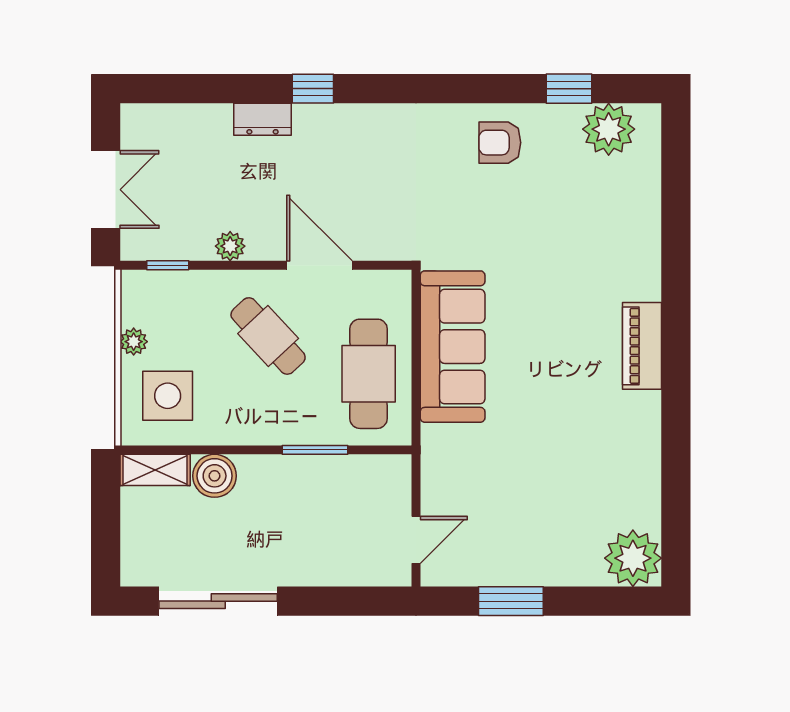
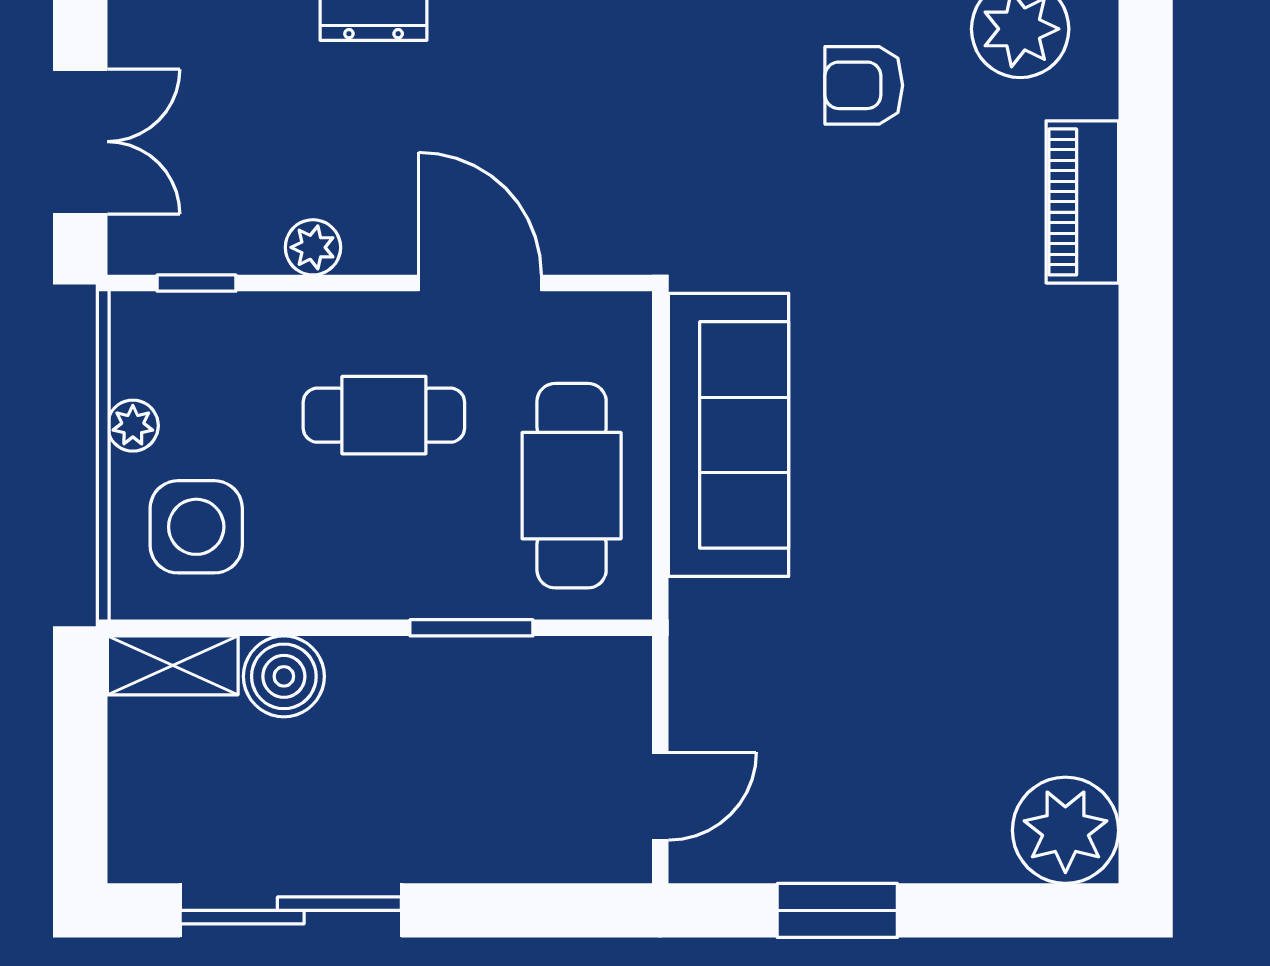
armchair: (500, 143) -> (864, 85), moved
cafe table: (268, 336) -> (384, 415), turned -47
piano: (642, 346) -> (1082, 202), moved

